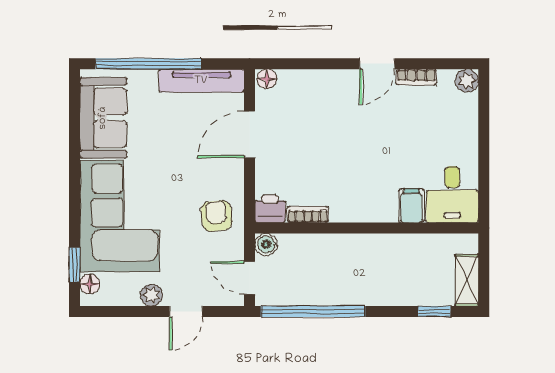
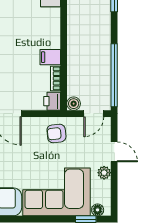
filing cabinet: (411, 206) -> (50, 57), moved

